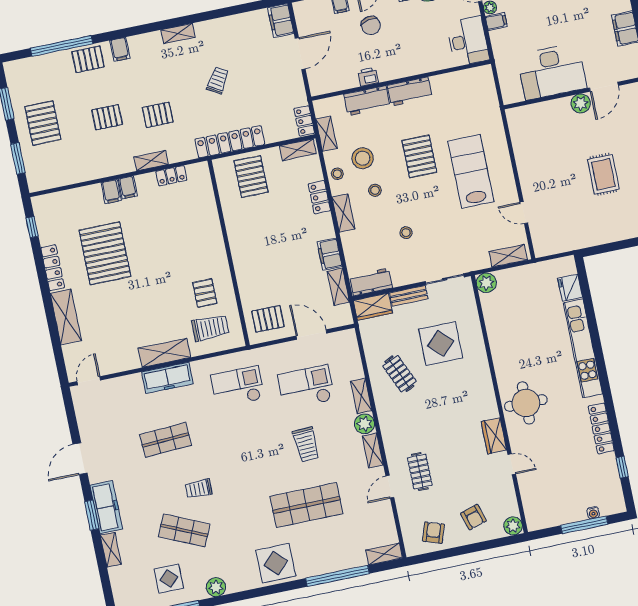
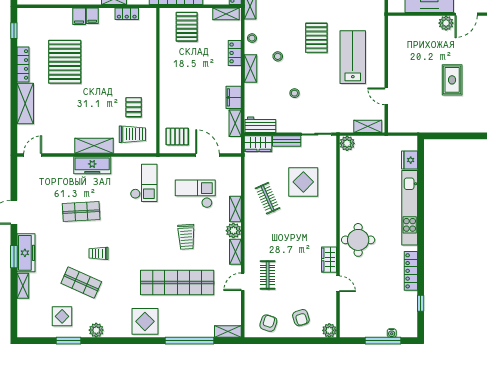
stool: (363, 158) -> (273, 30), removed
checkout: (238, 387) -> (144, 183), turned 90
shop shelf: (306, 505) -> (177, 283), width x1.40

